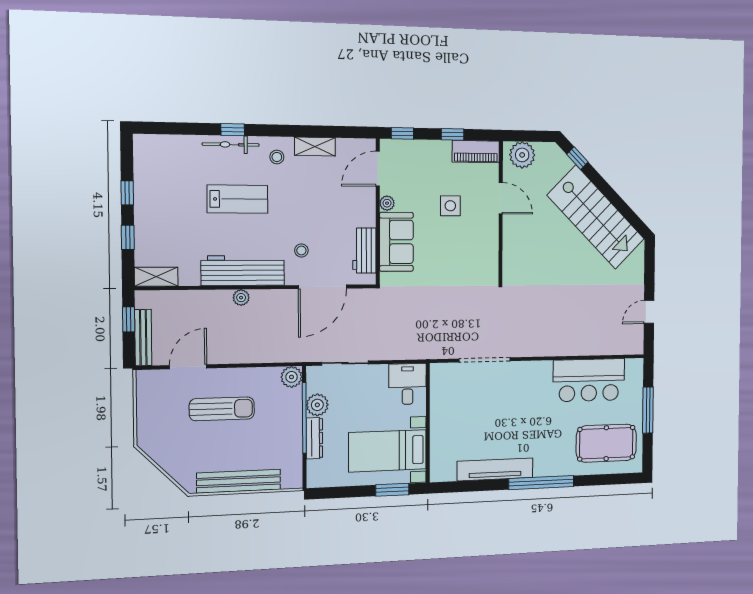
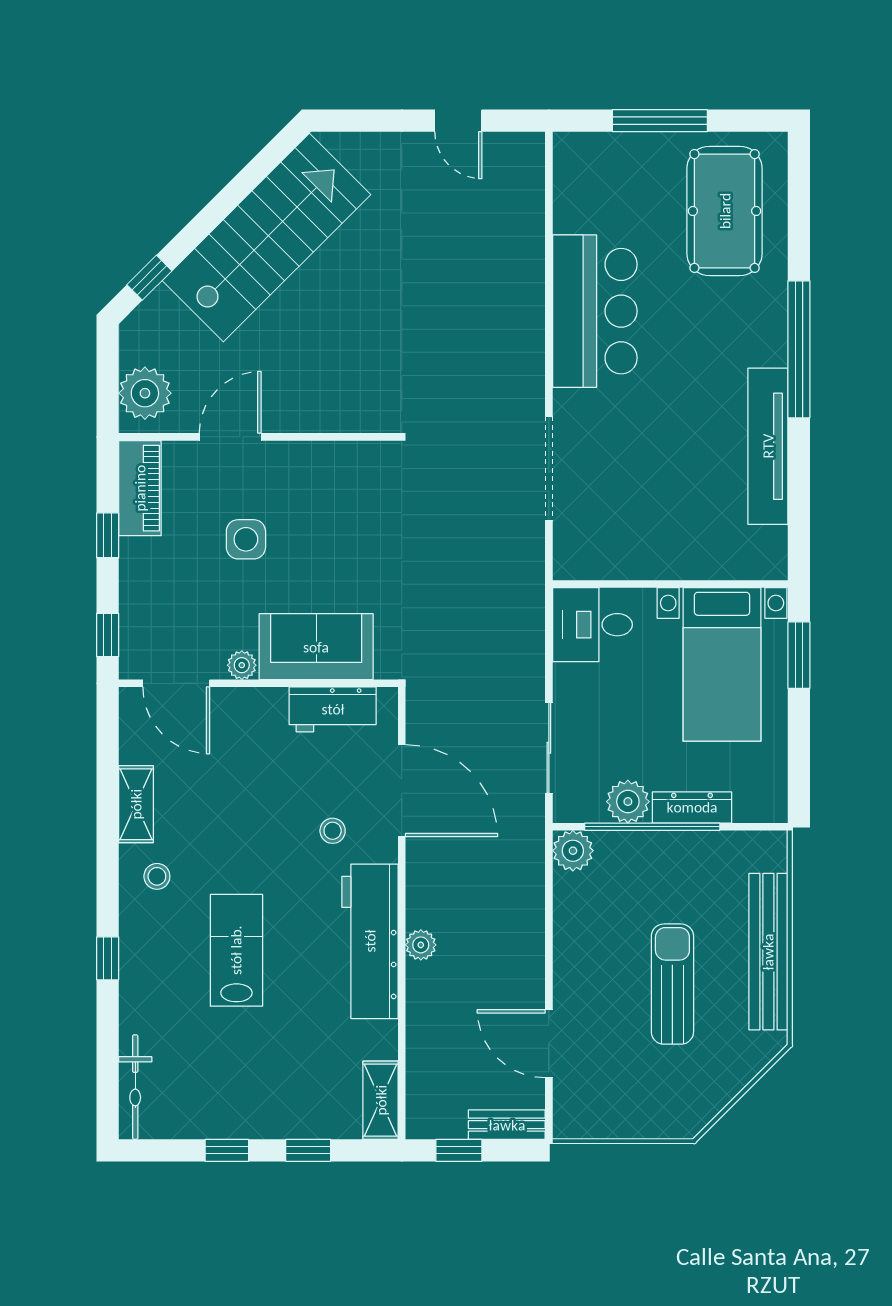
bicycle: (231, 145) -> (135, 1087), moved
bench: (143, 338) -> (507, 1125), width x0.73
bar counter: (589, 380) -> (595, 311), moved
sun lounger: (222, 409) -> (672, 984), moved

